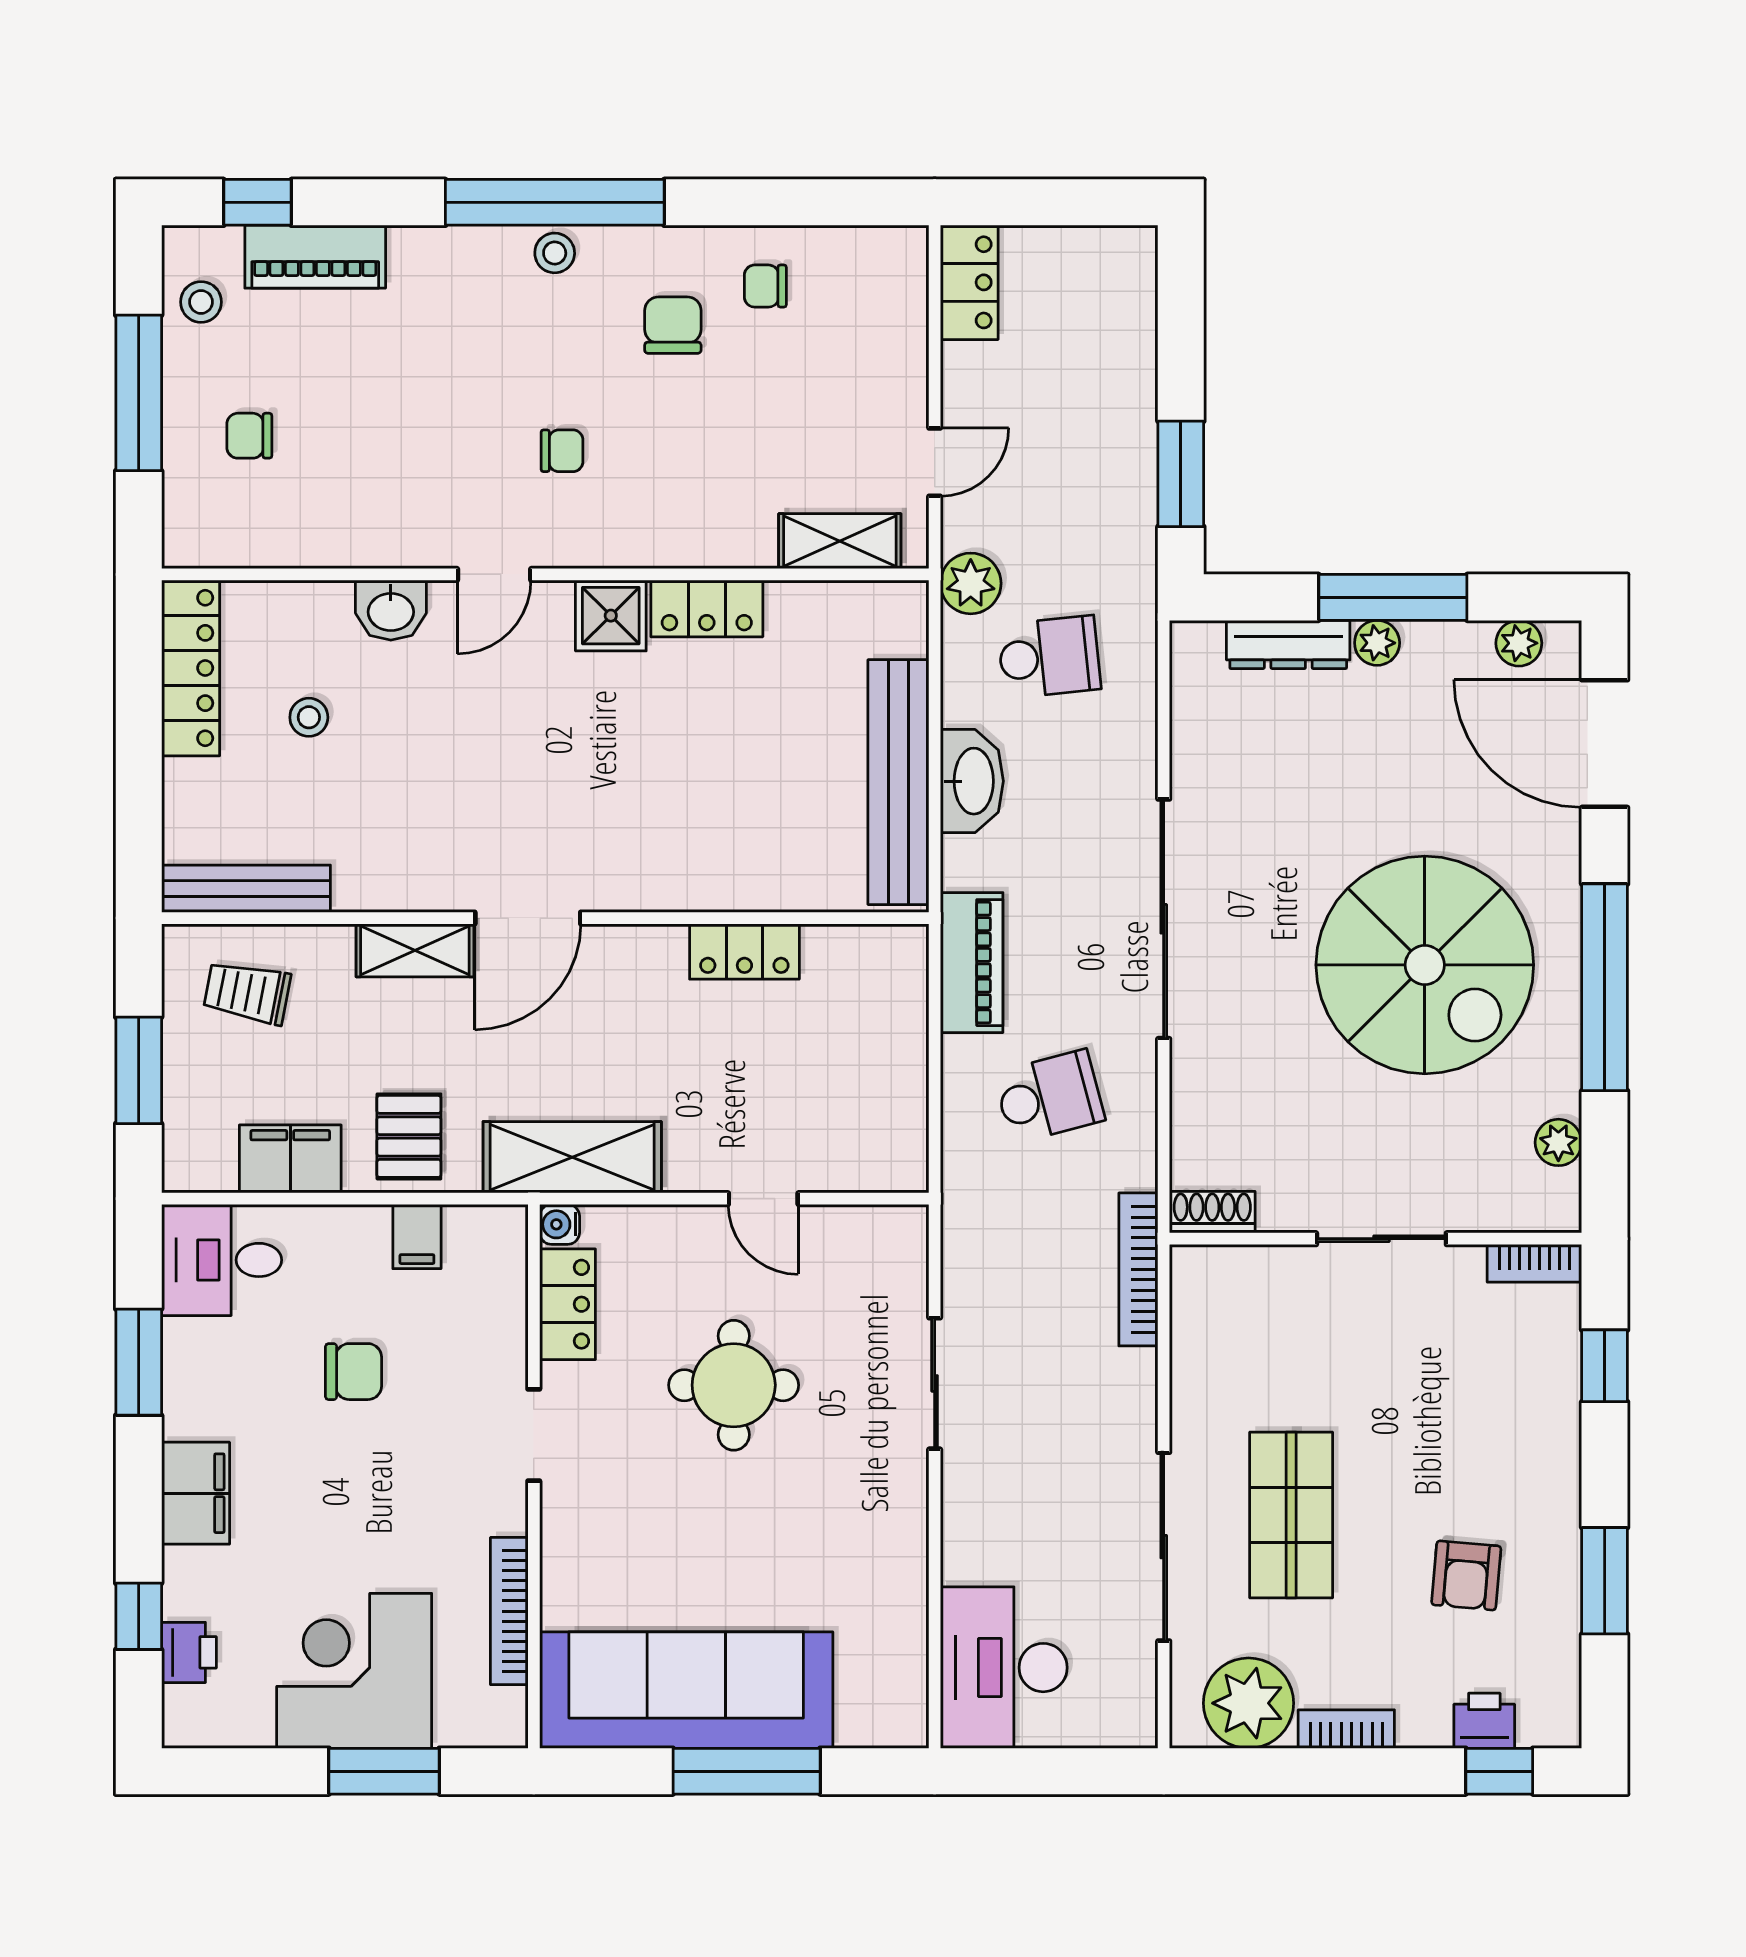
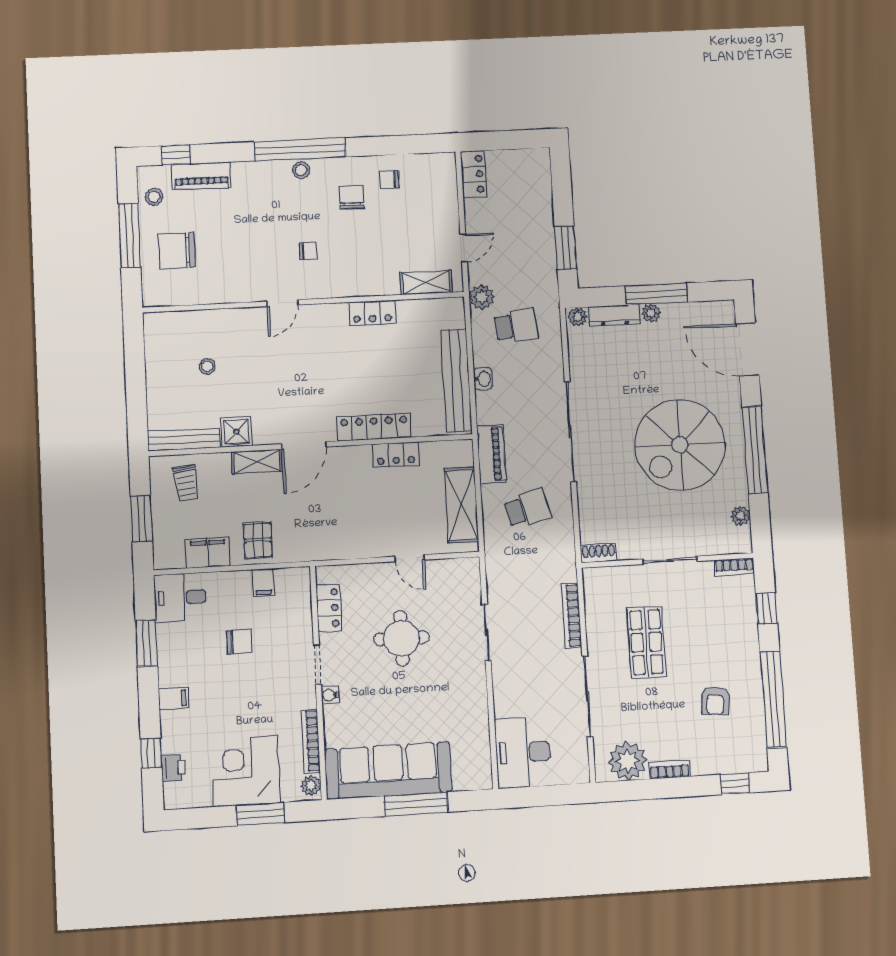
chair: (249, 436) -> (177, 251), width x1.87, depth x1.87
washbasin: (391, 610) -> (240, 320), removed
shower: (611, 616) -> (236, 432), moved
plant: (1519, 643) -> (578, 317), moved
locker: (191, 668) -> (374, 427), moved, turned -90
washbasin: (972, 781) -> (483, 379), width x0.52, depth x0.69
spiral stairs: (1425, 965) -> (680, 445), turned 90
trolley: (247, 993) -> (186, 483), turned -108
shelving: (572, 1157) -> (461, 505), moved, turned 90
water cooler: (560, 1224) -> (330, 695), moved
bookcase: (1138, 1269) -> (572, 616), moved
filing cabinet: (196, 1493) -> (173, 698), width x0.50
shop shelf: (1291, 1515) -> (646, 642), moved
window: (1605, 1581) -> (773, 699), width x2.11
plant: (504, 1713) -> (311, 785), added
printer: (1484, 1721) -> (727, 762), removed

